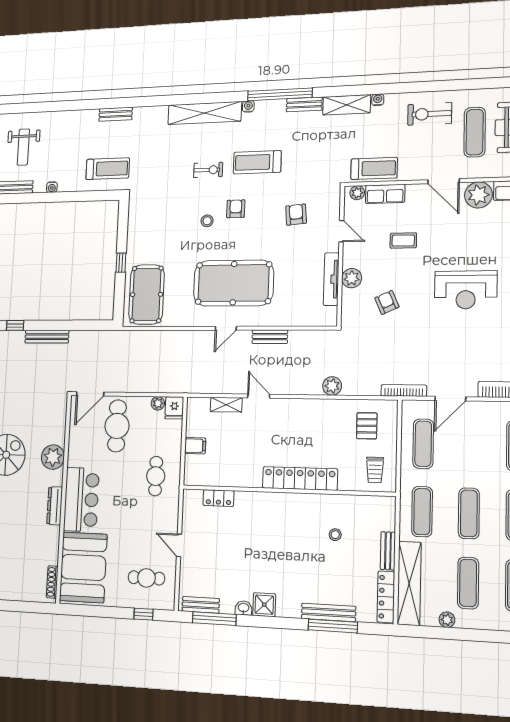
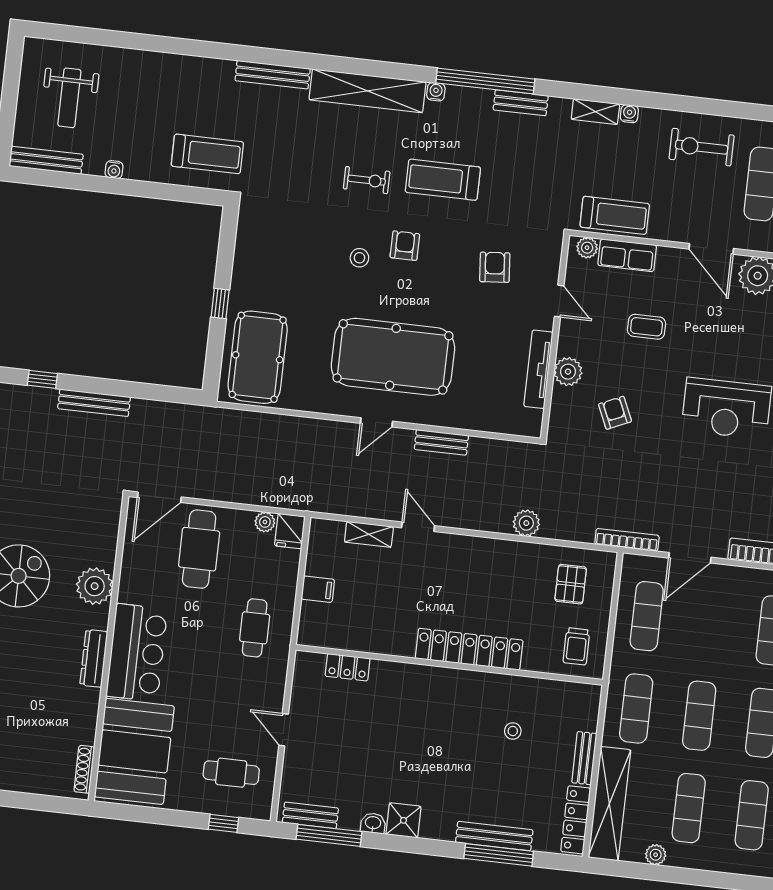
shelving: (347, 105) -> (595, 112), width x0.67, depth x0.75
bench: (116, 114) -> (273, 75), moved, width x1.36

